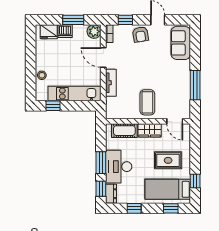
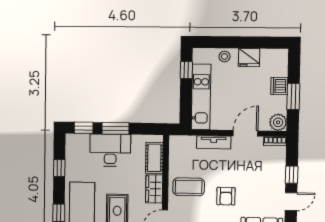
window: (125, 20) -> (292, 175), moved
fridge: (49, 32) -> (249, 57), moved, turned -90
armchair: (140, 34) -> (226, 196), moved, turned -81
dresser: (111, 194) -> (77, 140), removed

